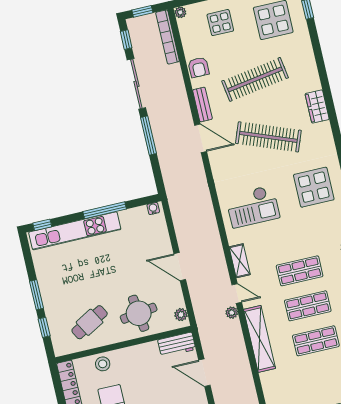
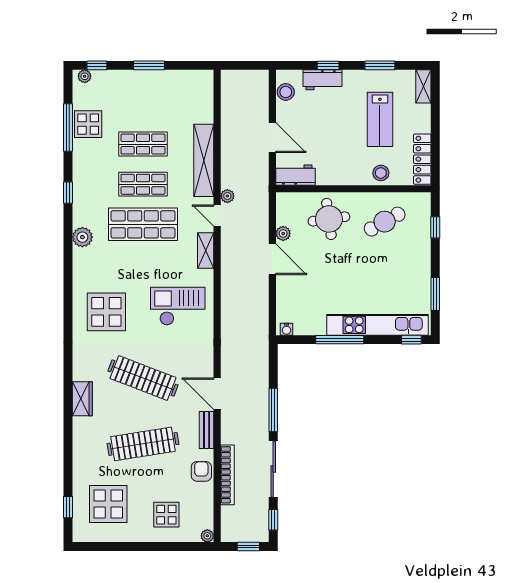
bookcase: (168, 37) -> (227, 475), moved
shop shelf: (300, 271) -> (143, 224), width x1.43, depth x1.36
window: (37, 295) -> (435, 294), moved
plant: (181, 315) -> (283, 233), moved

